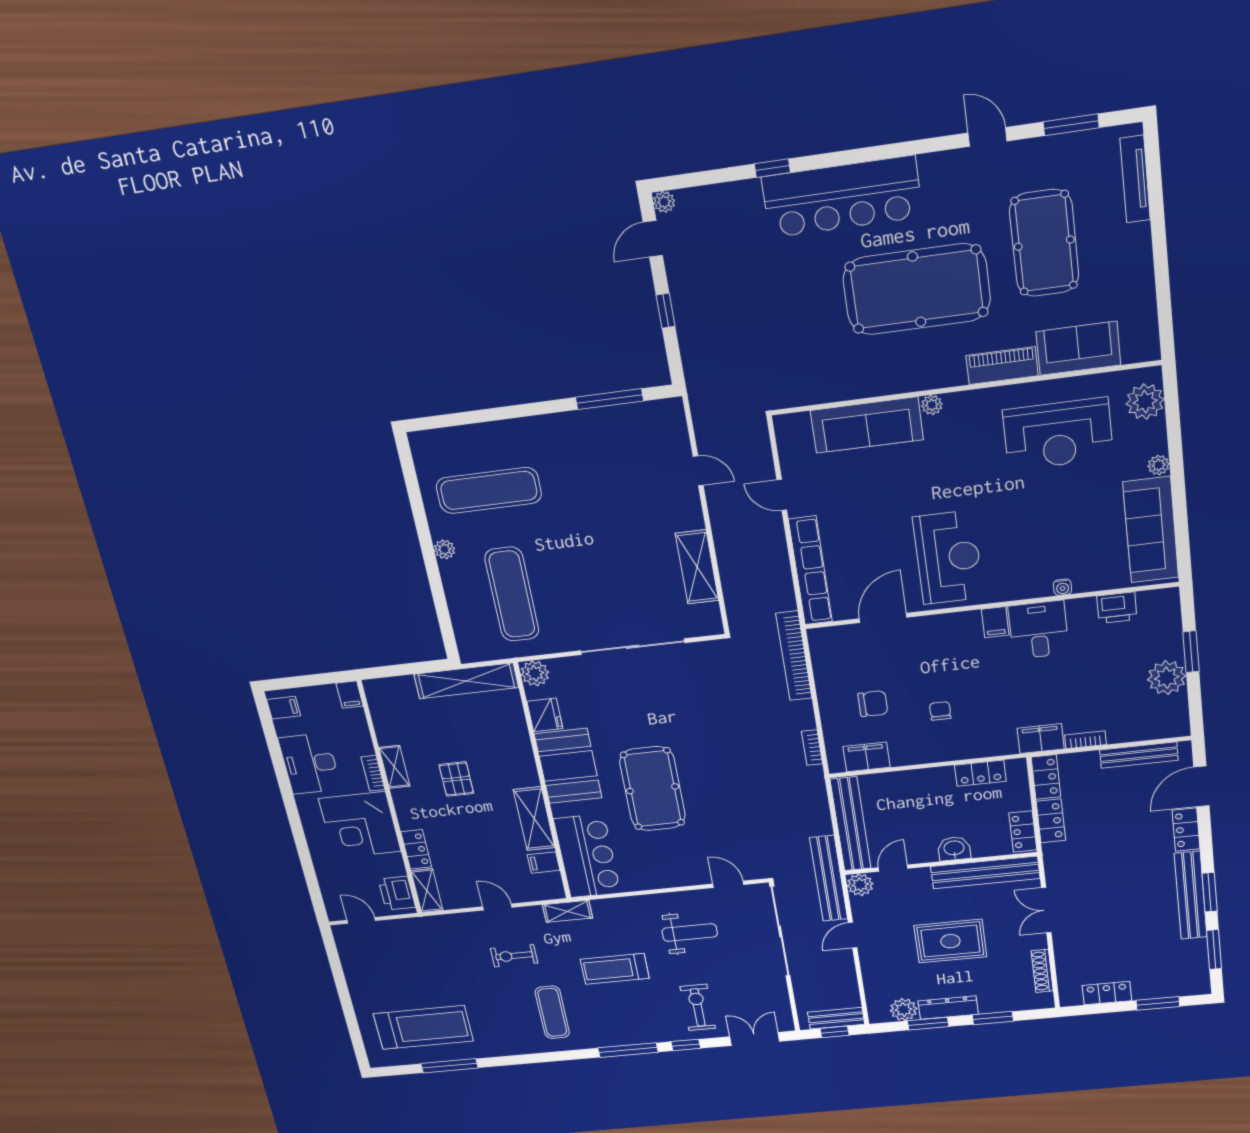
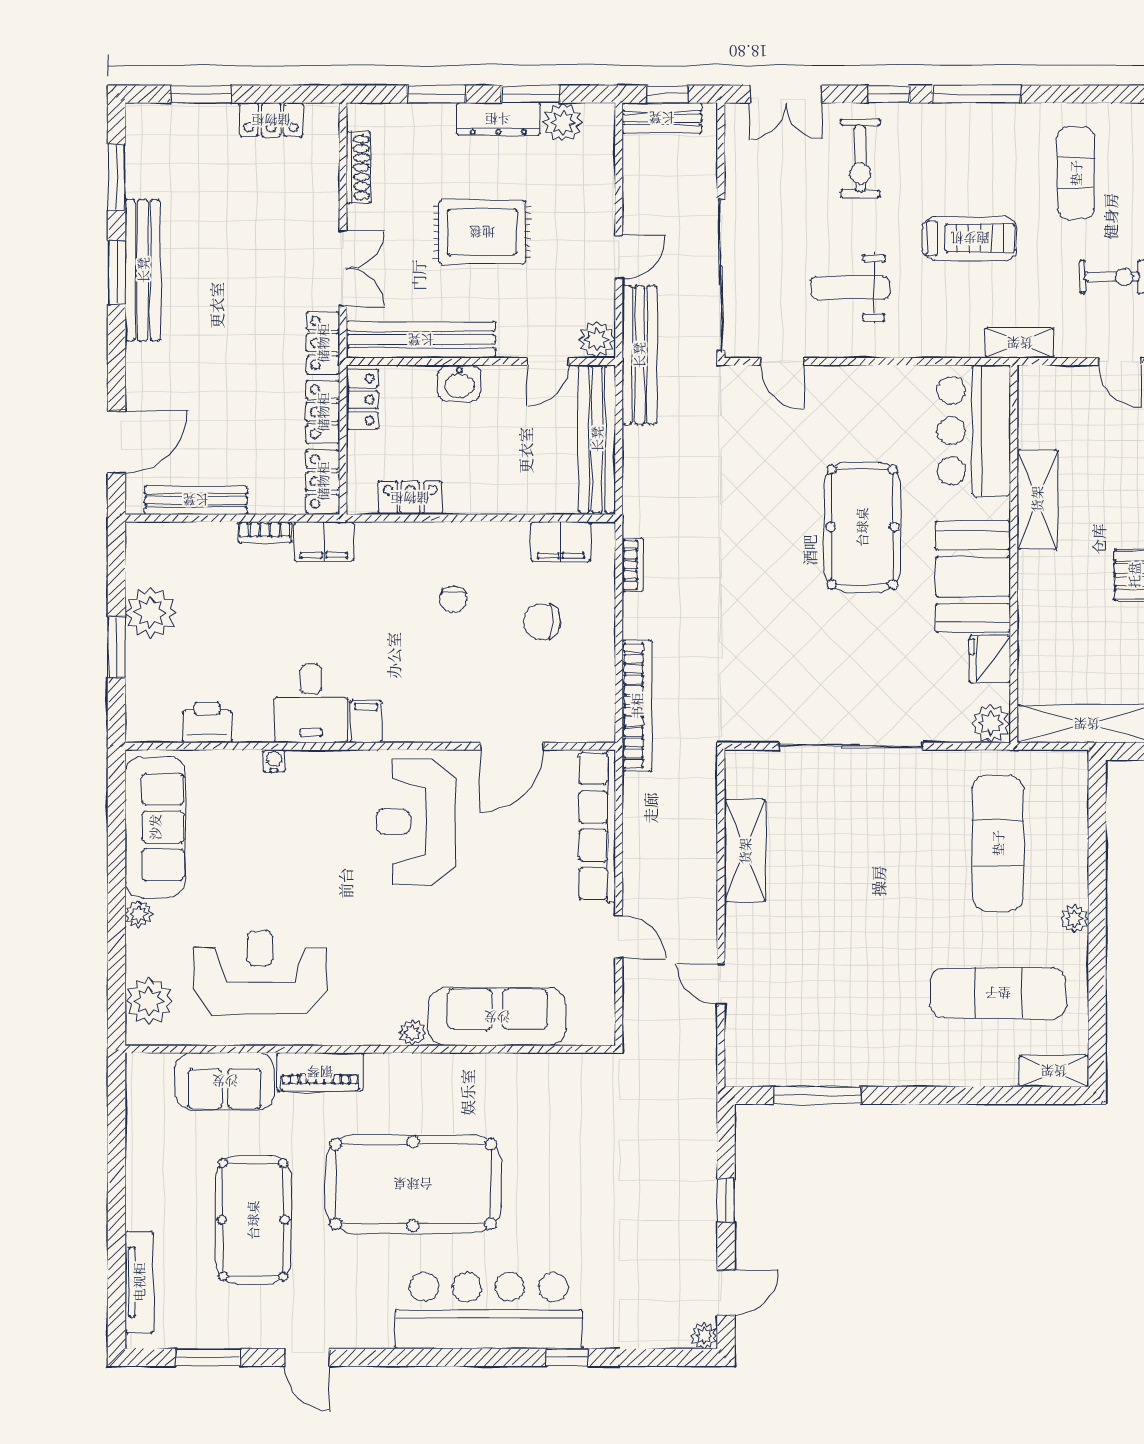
shelving: (435, 440) -> (1054, 1071), added
locker: (1186, 830) -> (323, 343), moved, turned 180
filing cabinet: (544, 863) -> (1038, 427), removed

